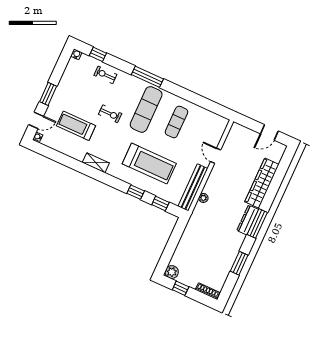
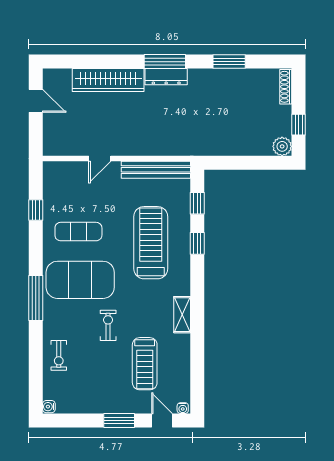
window: (98, 54) -> (36, 210), moved
exercise mat: (146, 109) -> (80, 280), width x1.47
plant: (203, 198) -> (164, 149), removed

